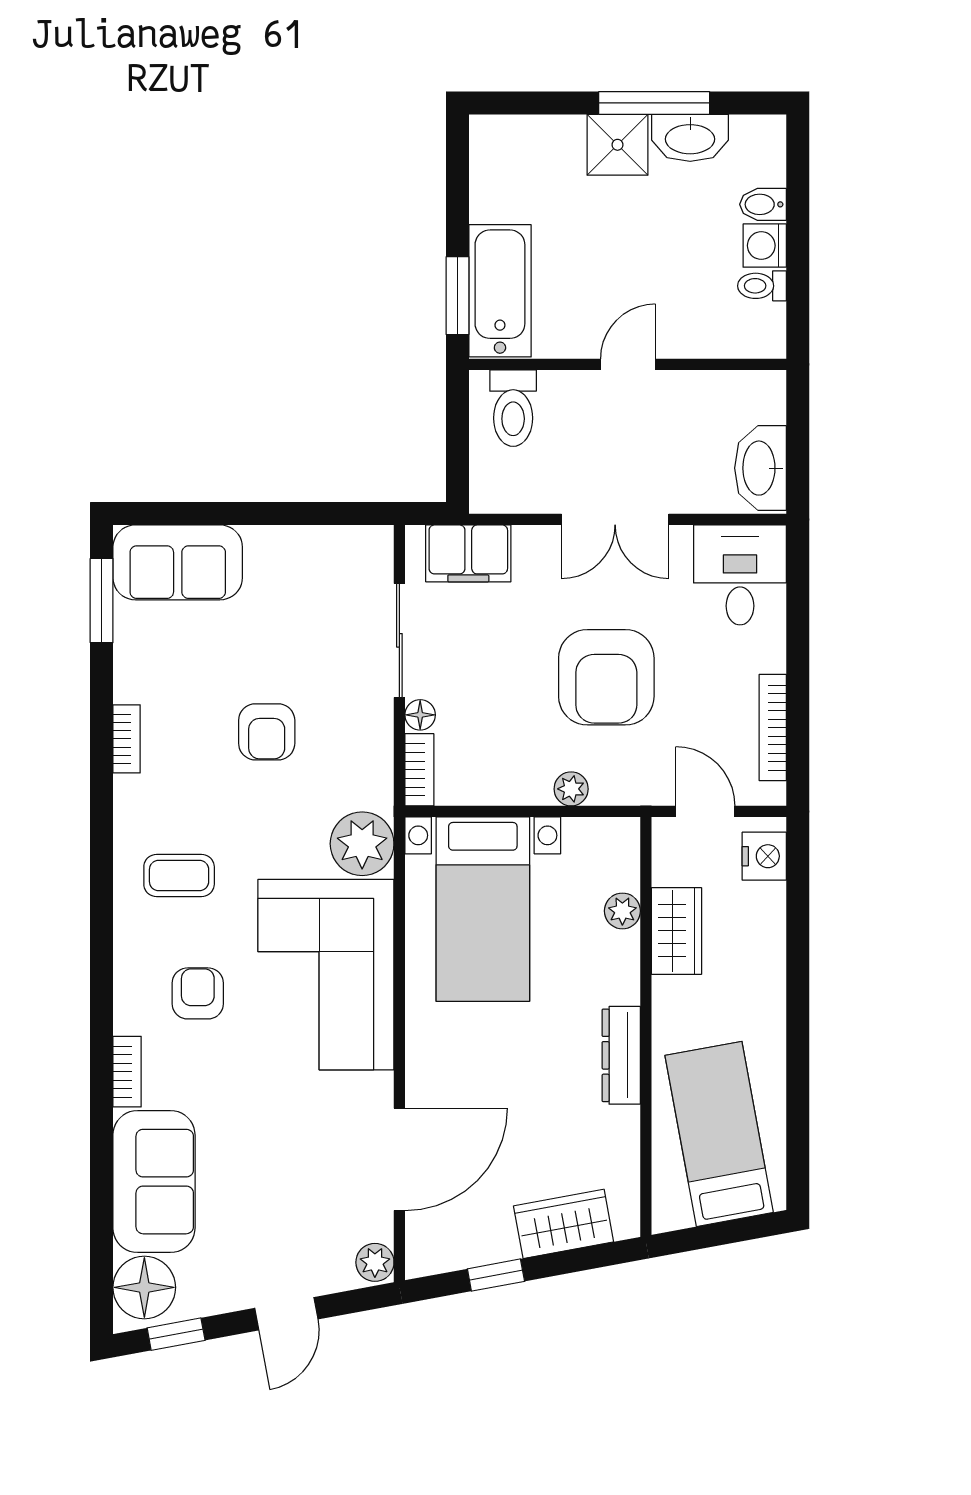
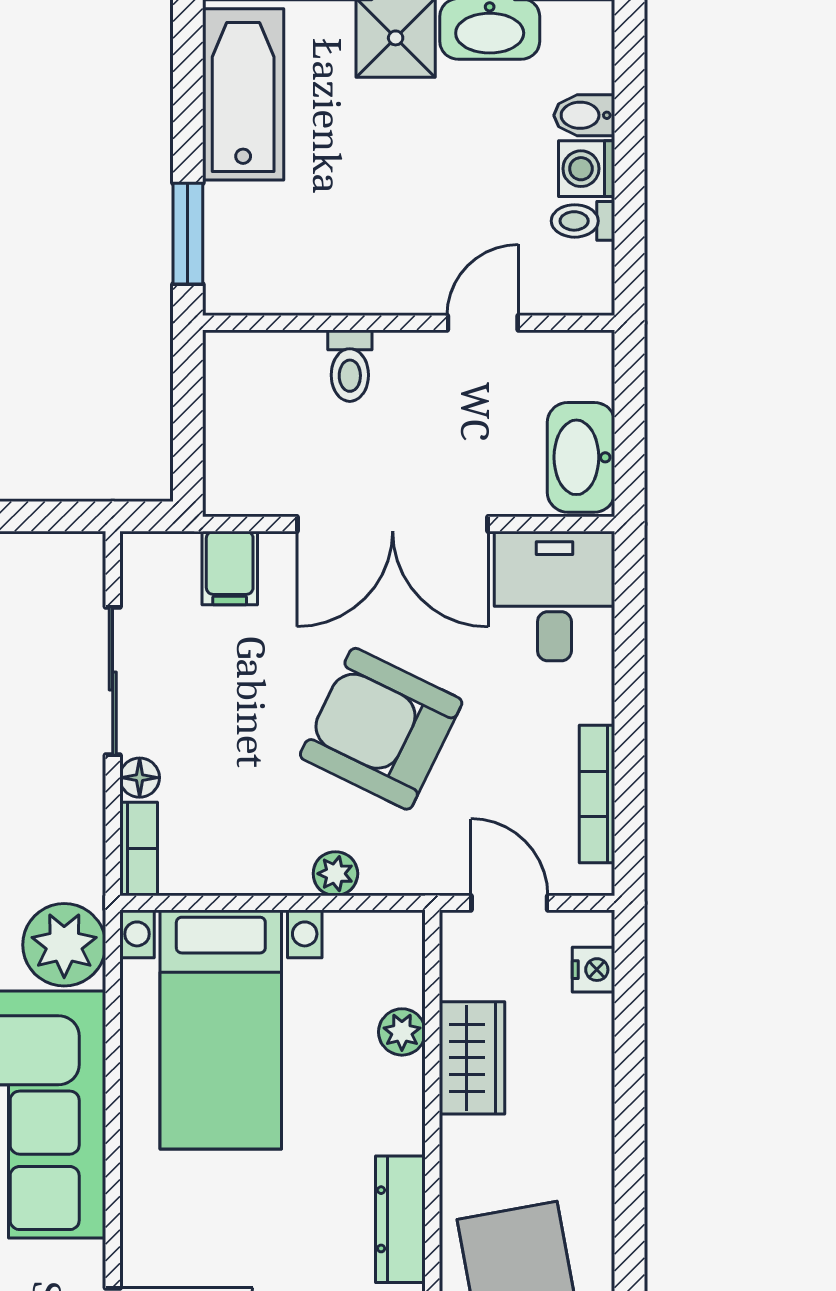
bathtub: (500, 291) -> (243, 94), moved
door: (628, 364) -> (483, 323), moved
toilet: (513, 408) -> (350, 366), moved, width x0.73, depth x0.72
double door: (615, 519) -> (393, 524), width x1.37
filing cabinet: (468, 553) -> (230, 568), width x0.50
armchair: (606, 677) -> (381, 729), turned 116
nightstand: (764, 856) -> (593, 970), width x0.72, depth x0.74

